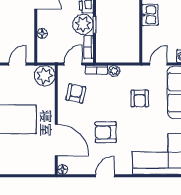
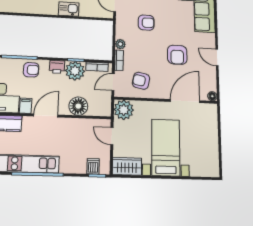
floor lamp: (42, 34) -> (78, 106), width x1.89, depth x1.89
door: (73, 64) -> (113, 82), hinge flipped

